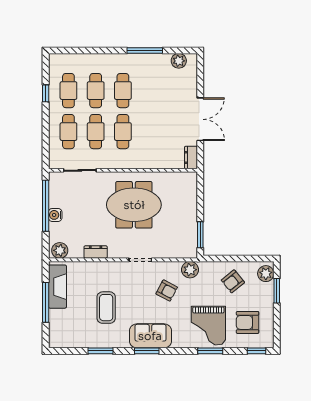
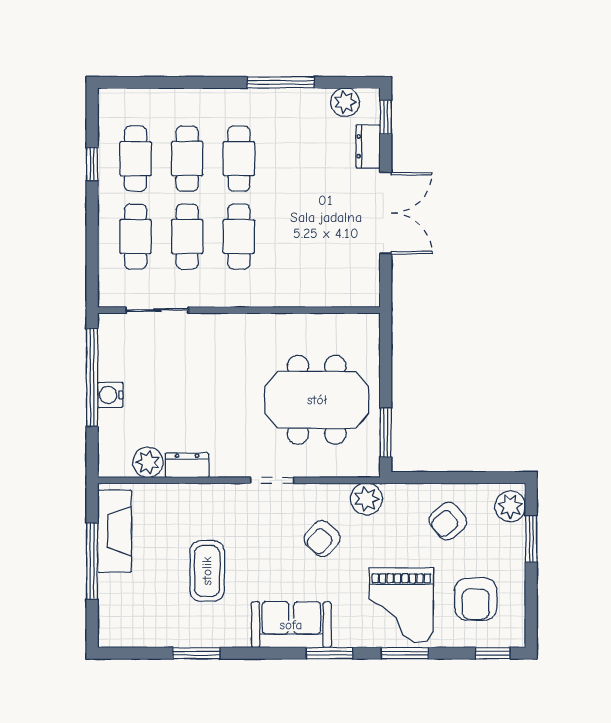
window: (200, 69) -> (386, 117), added
dresser: (191, 157) -> (368, 146), moved
meeting table: (134, 205) -> (317, 400), moved
plant: (60, 250) -> (148, 462), moved
armchair: (167, 290) -> (322, 538), turned 104
armchair: (248, 322) -> (476, 599), turned -90
window: (147, 351) -> (329, 653), moved

